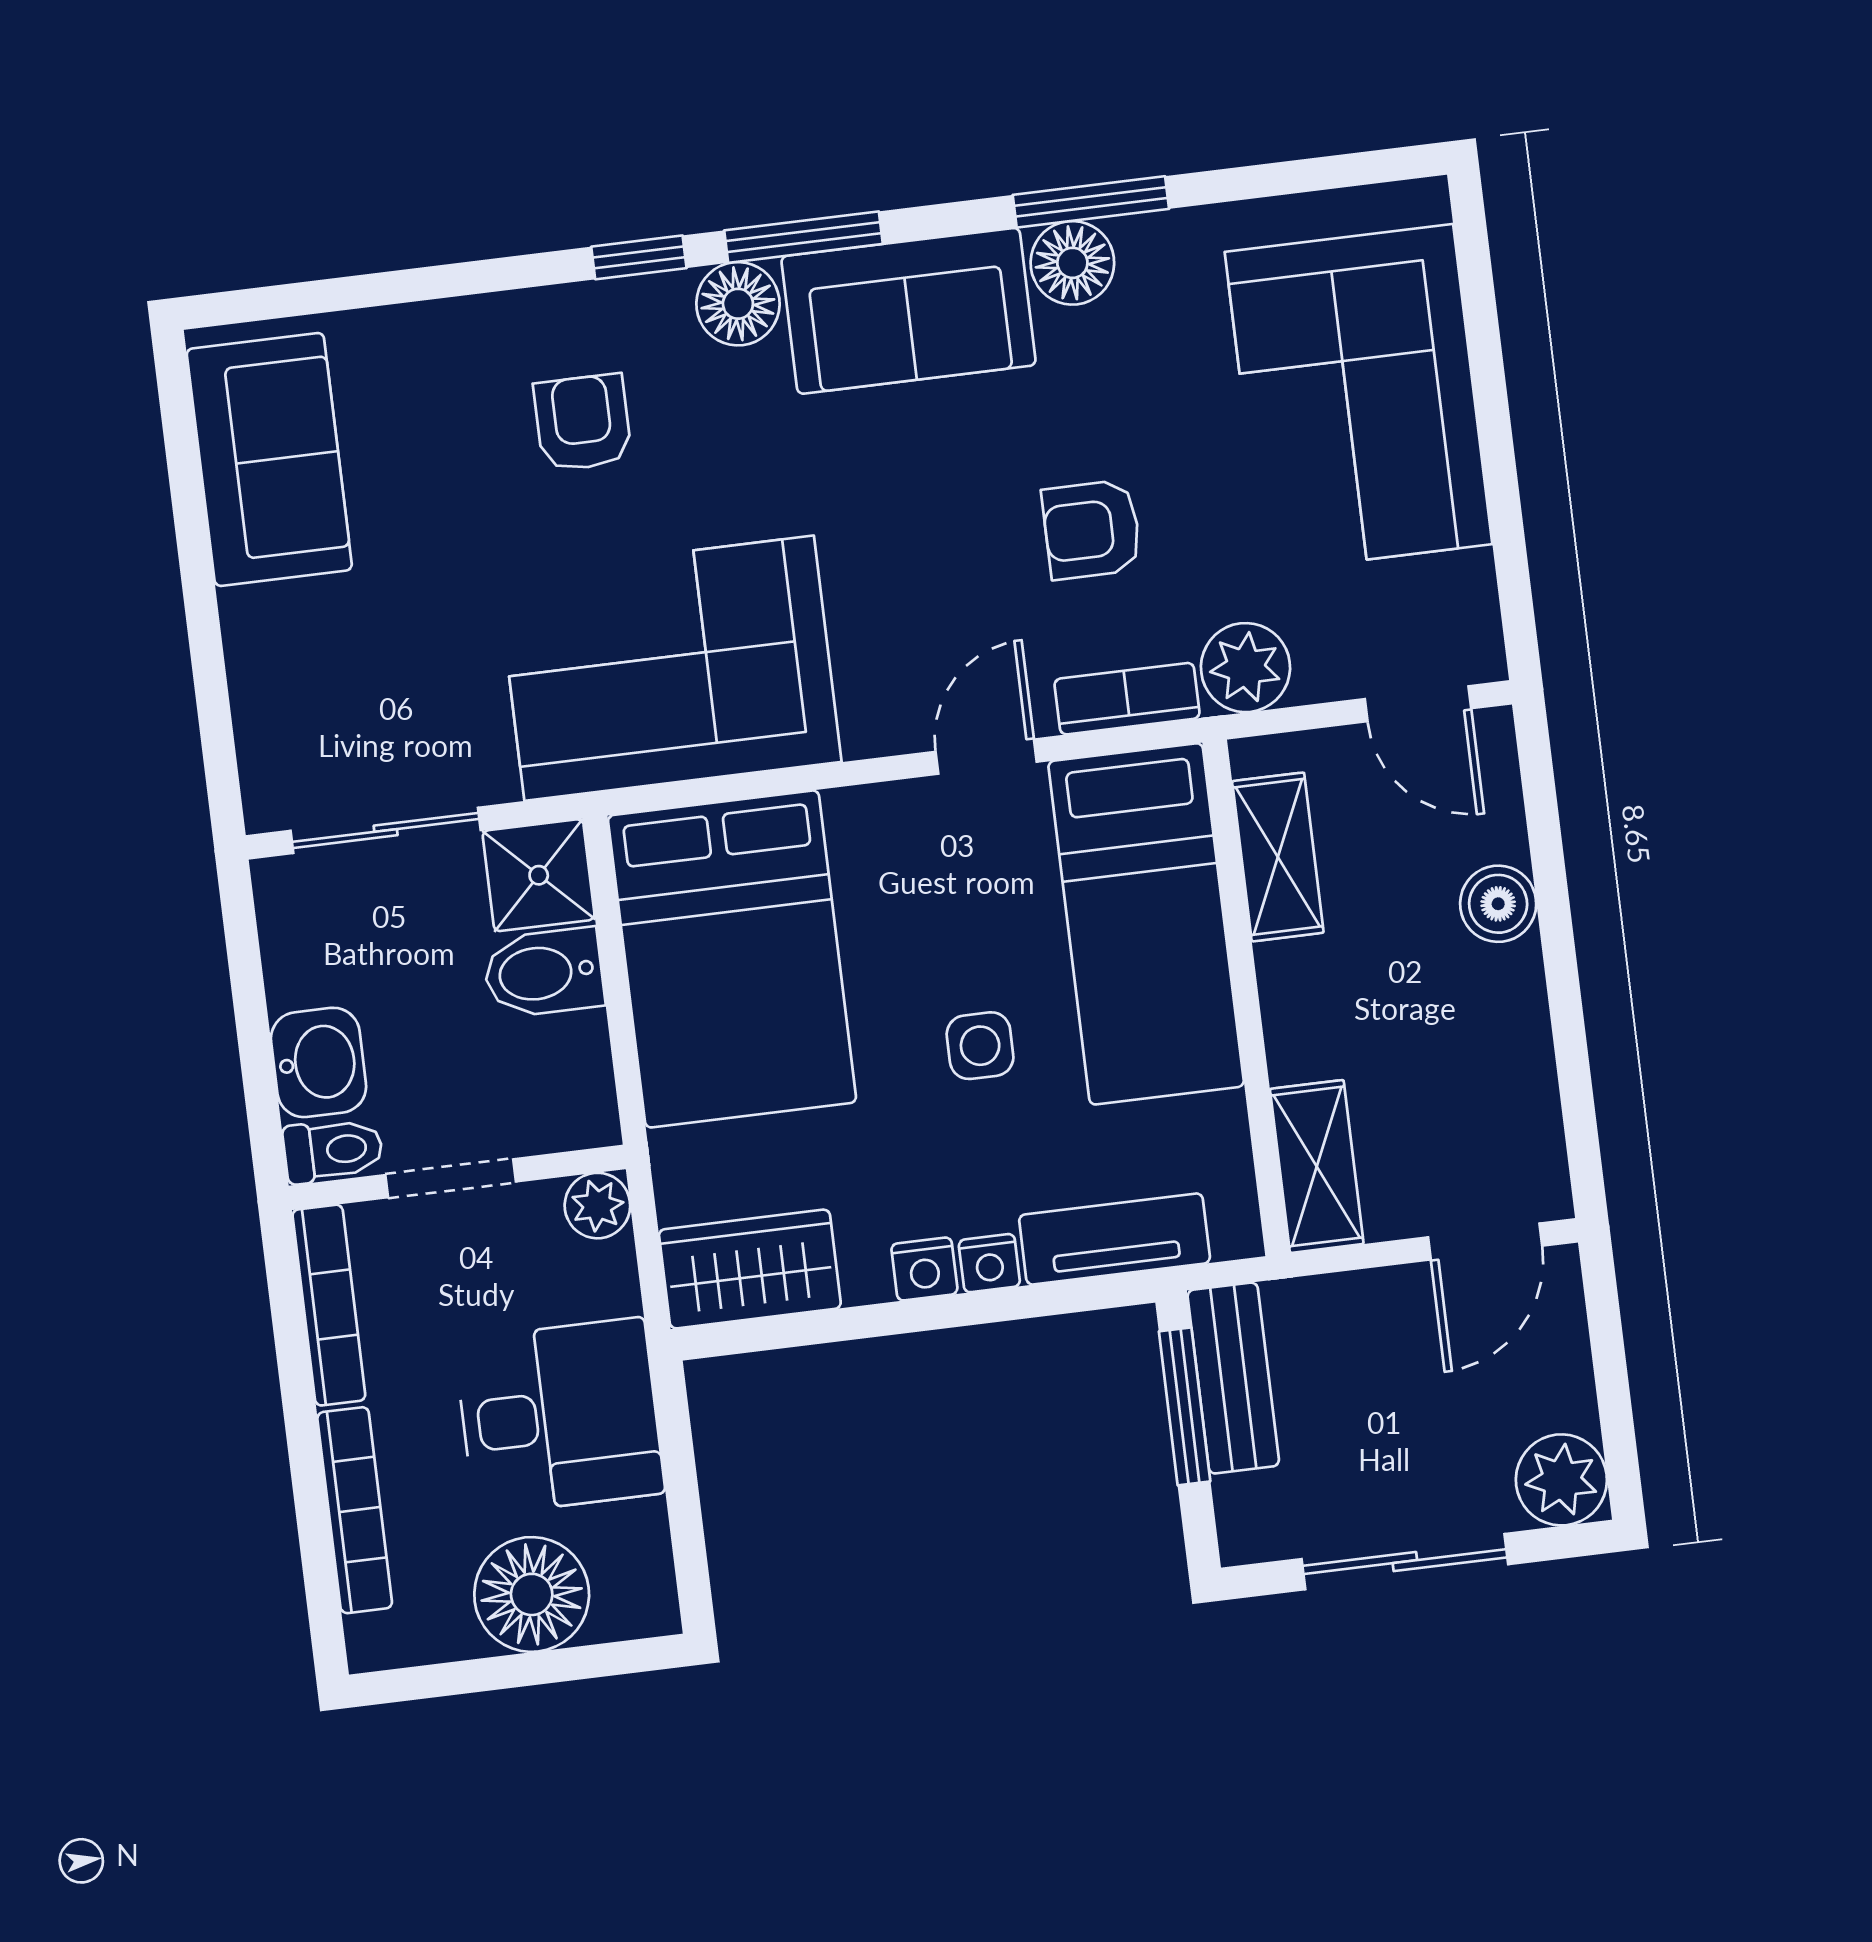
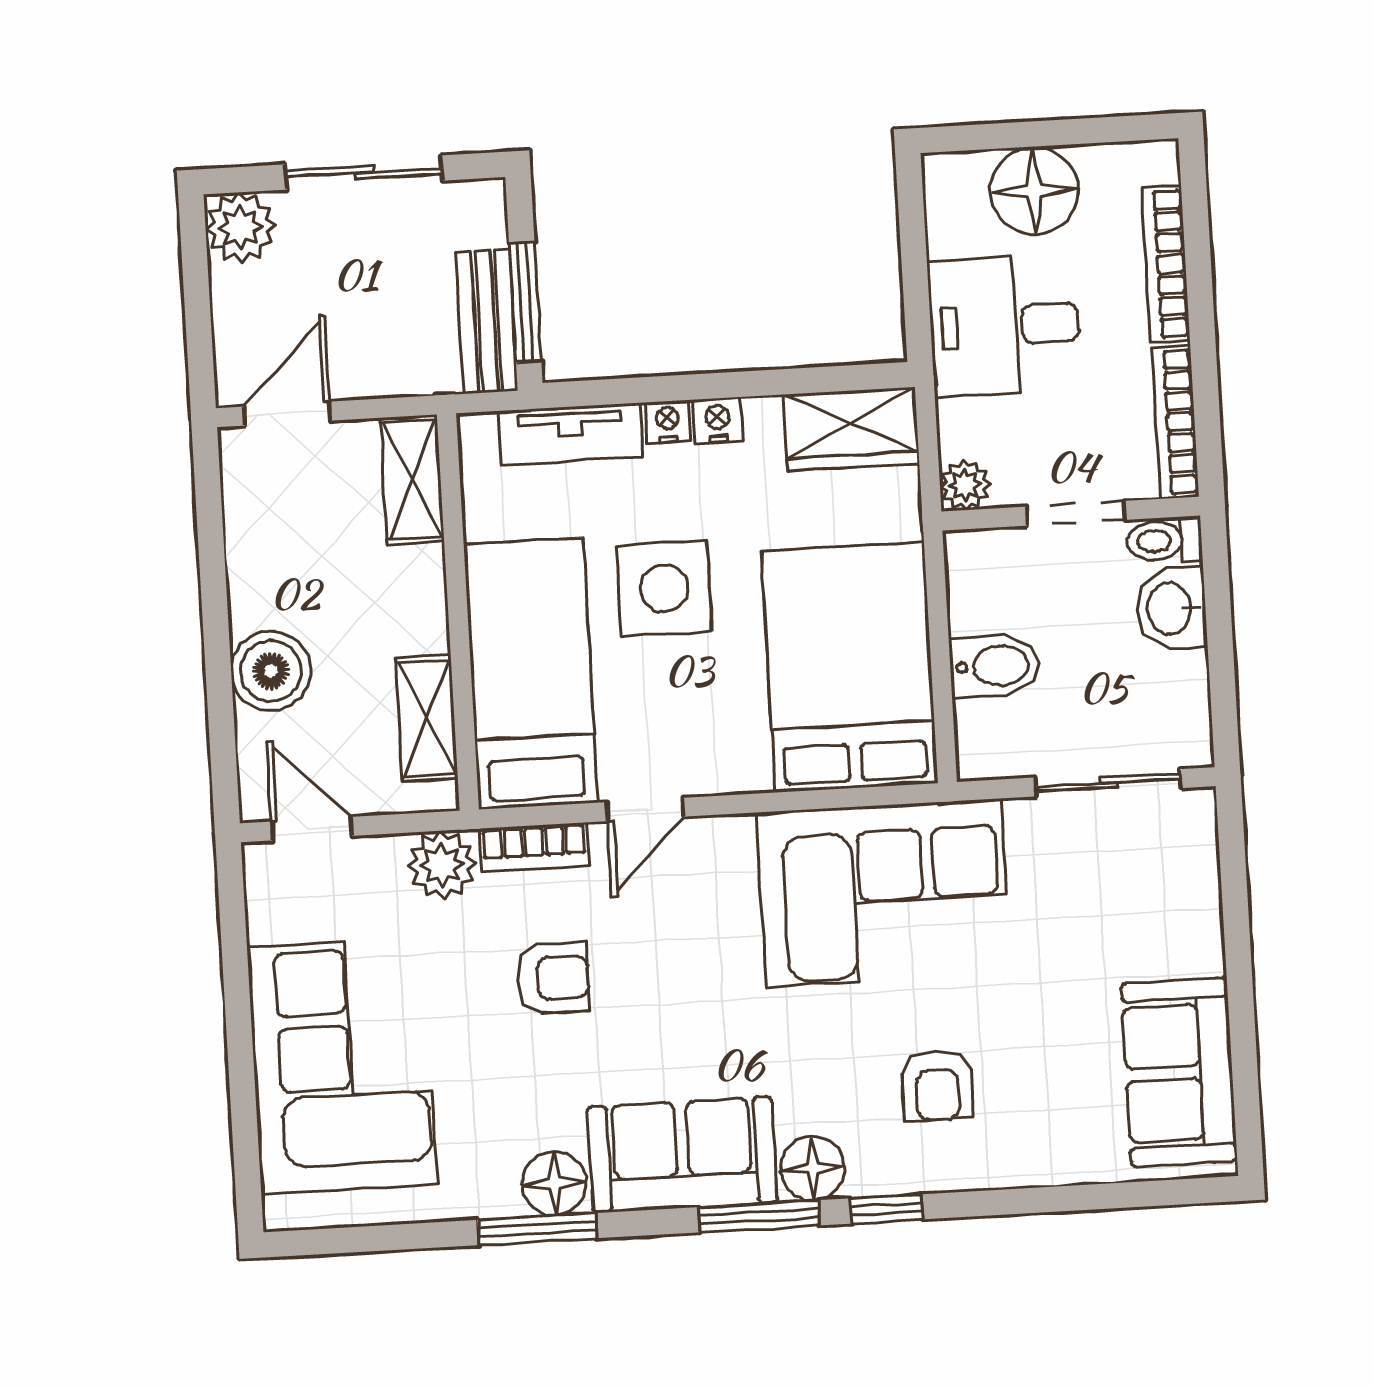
shower: (539, 875) -> (993, 741), removed
boiler: (1498, 904) -> (271, 671), width x1.36, depth x1.36
side table: (980, 1046) -> (664, 589), width x1.87, depth x1.87

